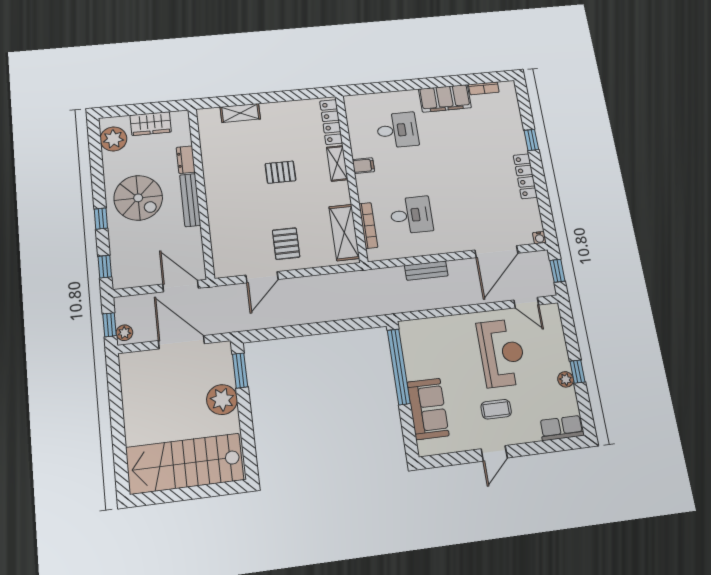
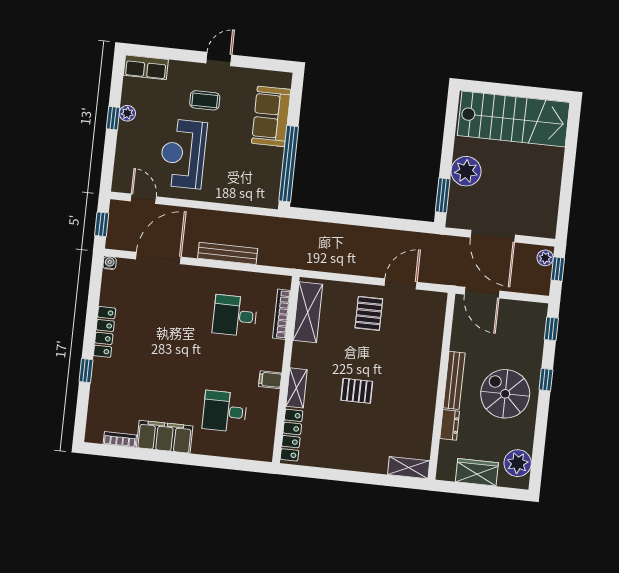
shelving: (240, 113) -> (409, 468), moved
bench: (426, 271) -> (228, 253), width x1.36

